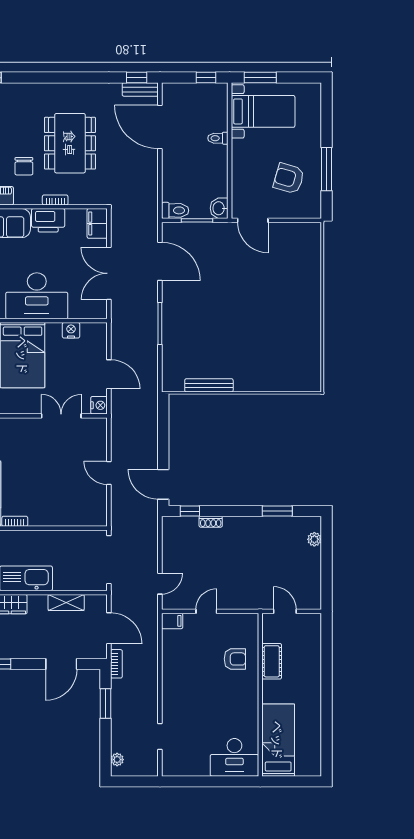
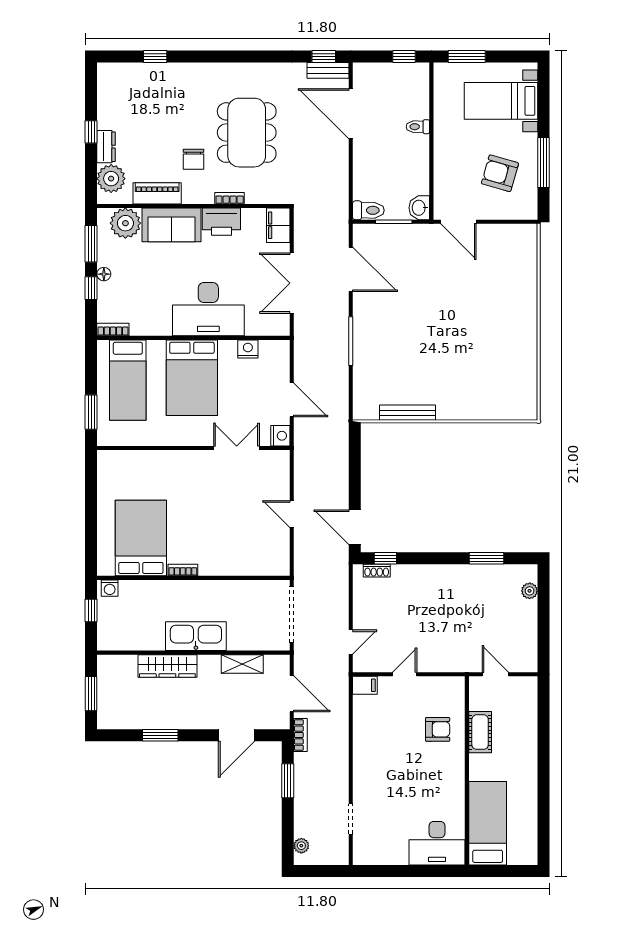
bed with nightstands: (263, 111) -> (501, 101), moved, turned 180
shoe rack: (211, 522) -> (377, 571), moved

